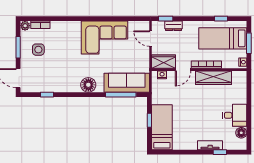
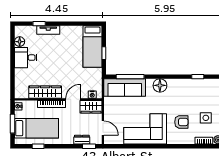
armchair: (65, 45) -> (181, 122), added

